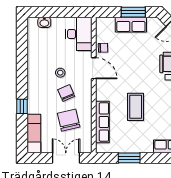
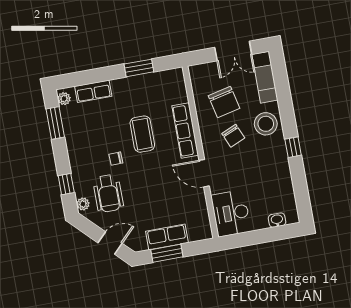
chair: (103, 48) -> (116, 159), moved
stool: (60, 73) -> (266, 124), moved, width x1.89, depth x1.89
window: (22, 106) -> (293, 147), moved
row of seats: (102, 122) -> (185, 131), moved
double door: (66, 158) -> (233, 51), moved

